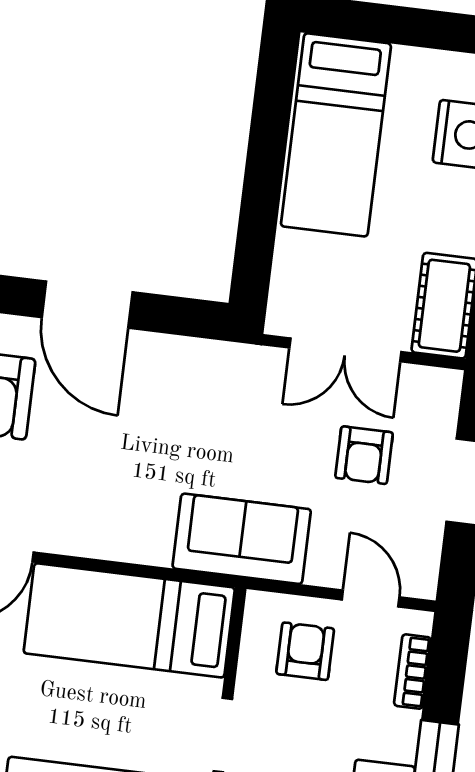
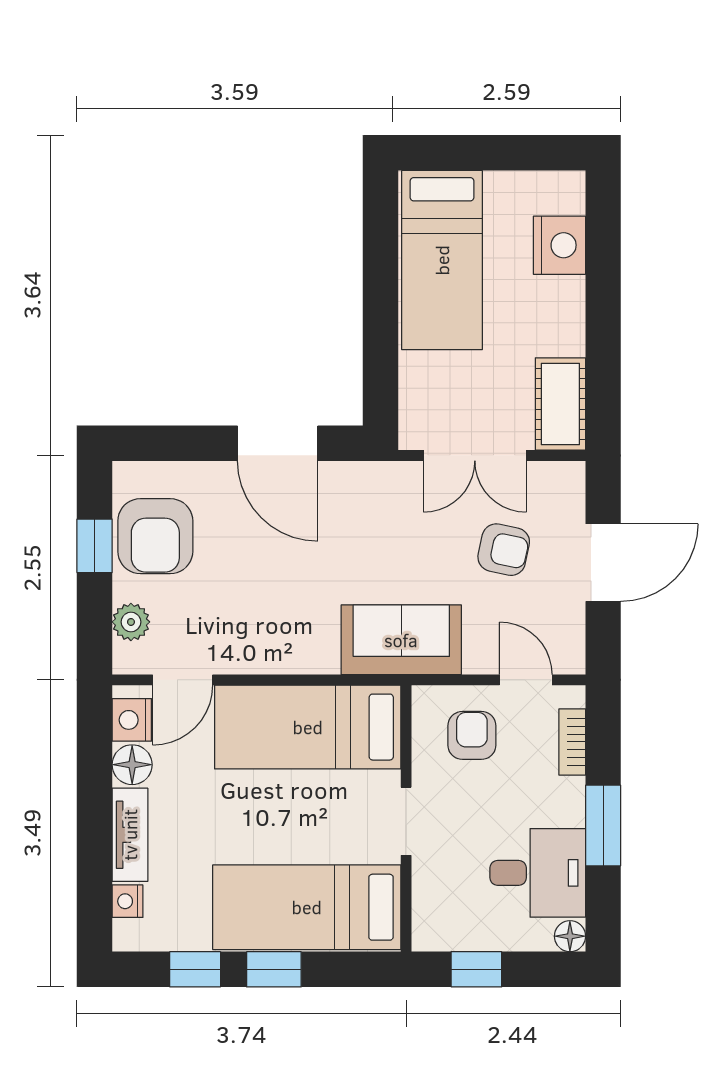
door: (87, 305) -> (278, 443), moved
armchair: (364, 455) -> (504, 550), turned -78

